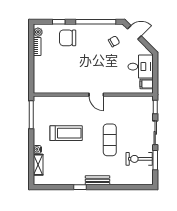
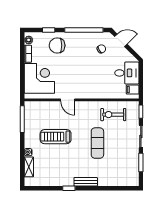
corner desk: (49, 72) -> (39, 78), added
door: (96, 95) -> (68, 100), moved
treadmill: (66, 133) -> (56, 137), turned 180
exercise bike: (139, 159) -> (113, 115), moved

